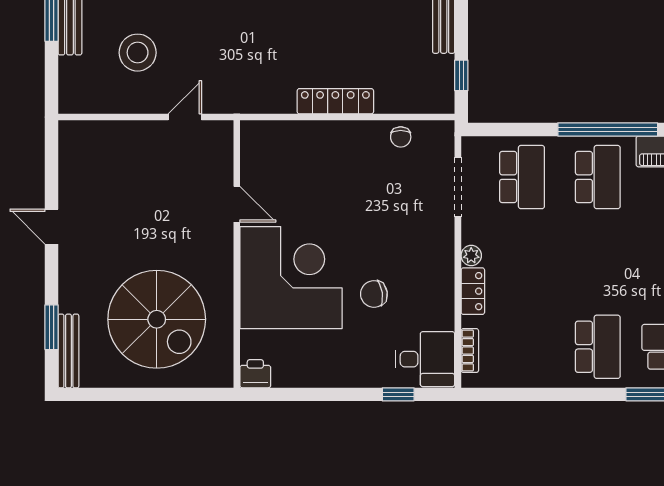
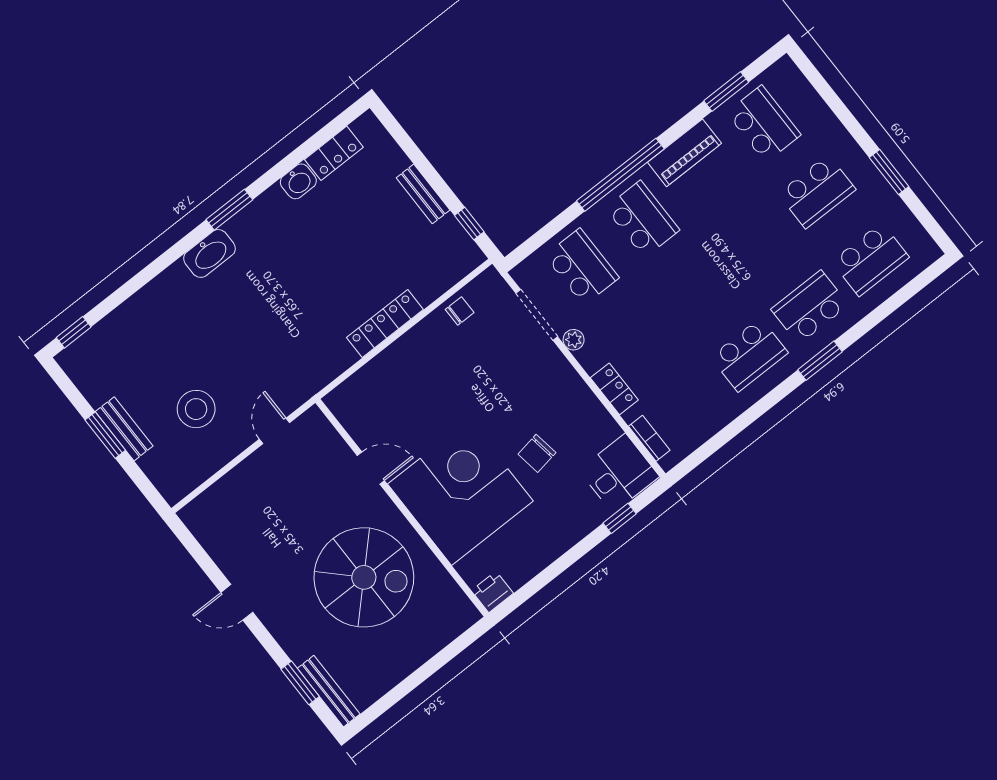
chair: (401, 137) -> (460, 311), turned -90
plant: (471, 256) -> (574, 340), moved
spiral stairs: (157, 319) -> (364, 577), moved
school desk: (598, 347) -> (749, 355), turned 90

